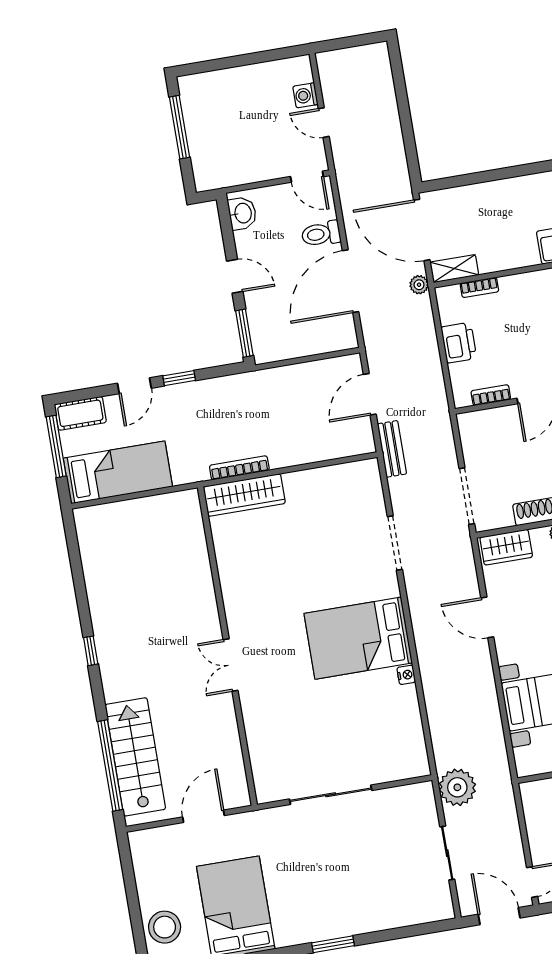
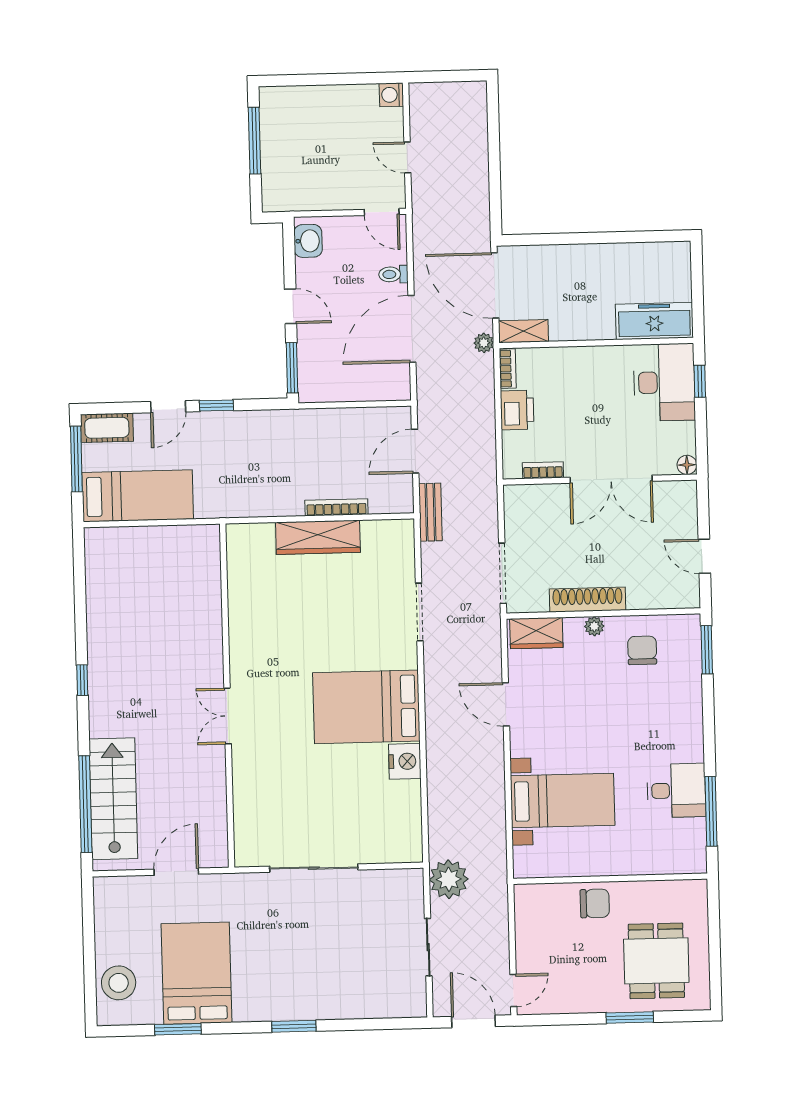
washing machine: (305, 95) -> (391, 95), moved
toilet: (321, 234) -> (393, 274), width x0.73, depth x0.72
bookcase: (479, 287) -> (508, 369), moved, turned -90
bookcase: (239, 468) -> (336, 507), moved
wardrobe: (244, 495) -> (318, 537), moved
nightstand: (406, 675) -> (405, 761), width x1.89, depth x1.79

